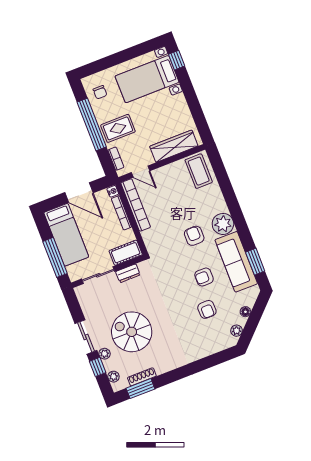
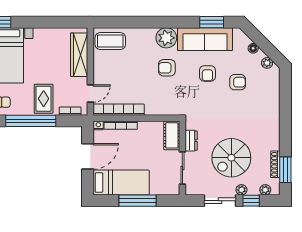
cot: (126, 253) -> (172, 135), moved
wall: (108, 271) -> (182, 158), moved
dresser: (128, 273) -> (191, 141), moved
sliding door: (98, 275) -> (182, 168), moved

